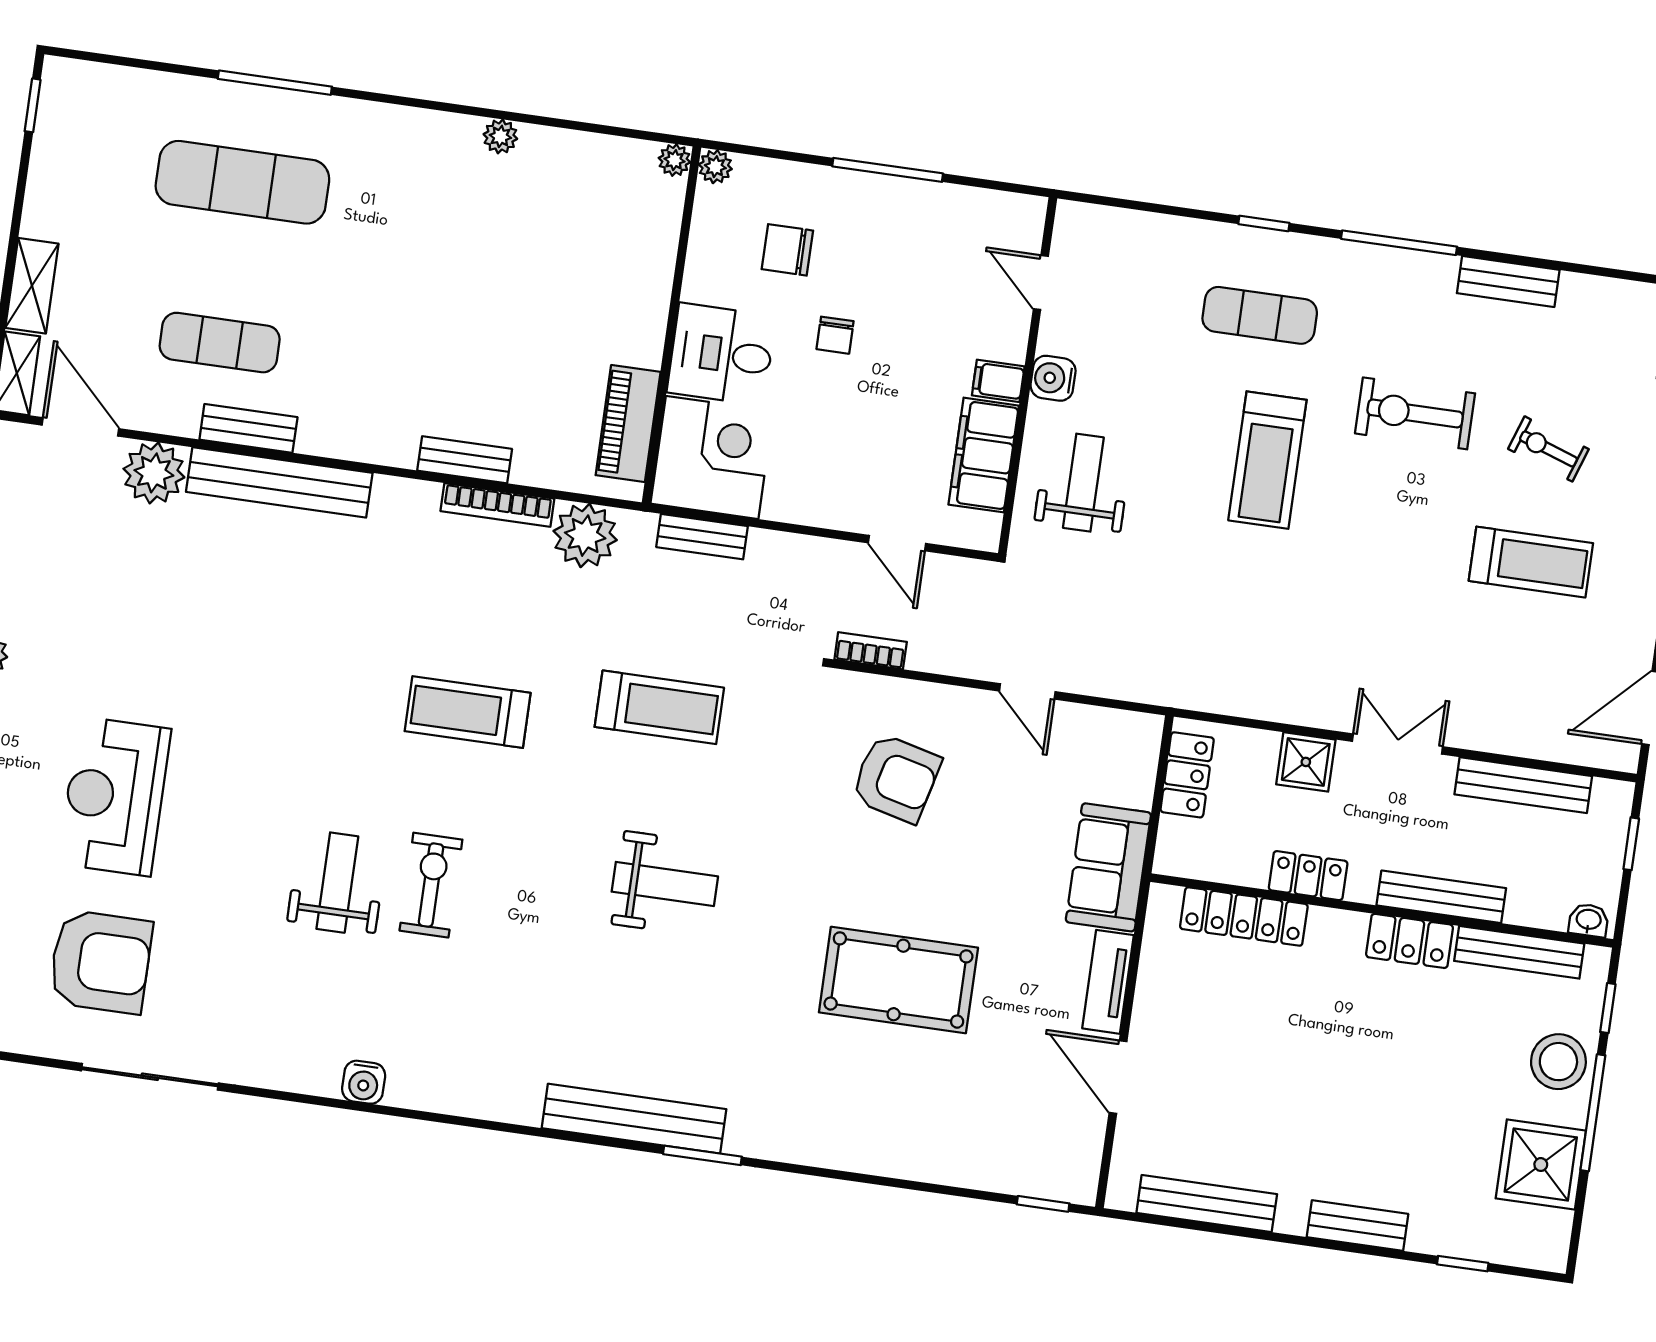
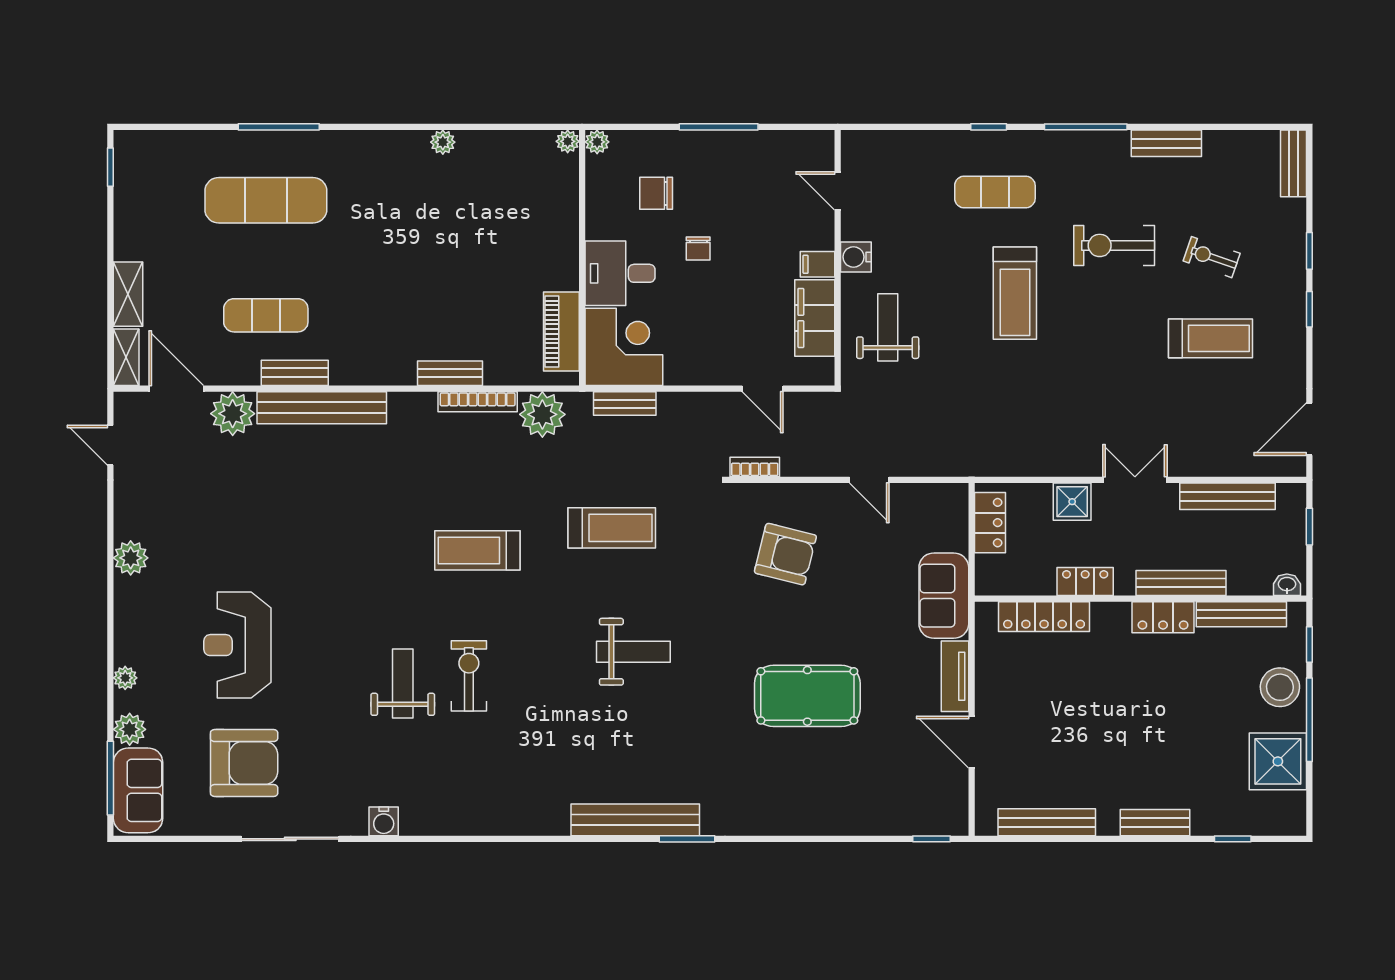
water cooler: (364, 1082) -> (384, 821), moved

